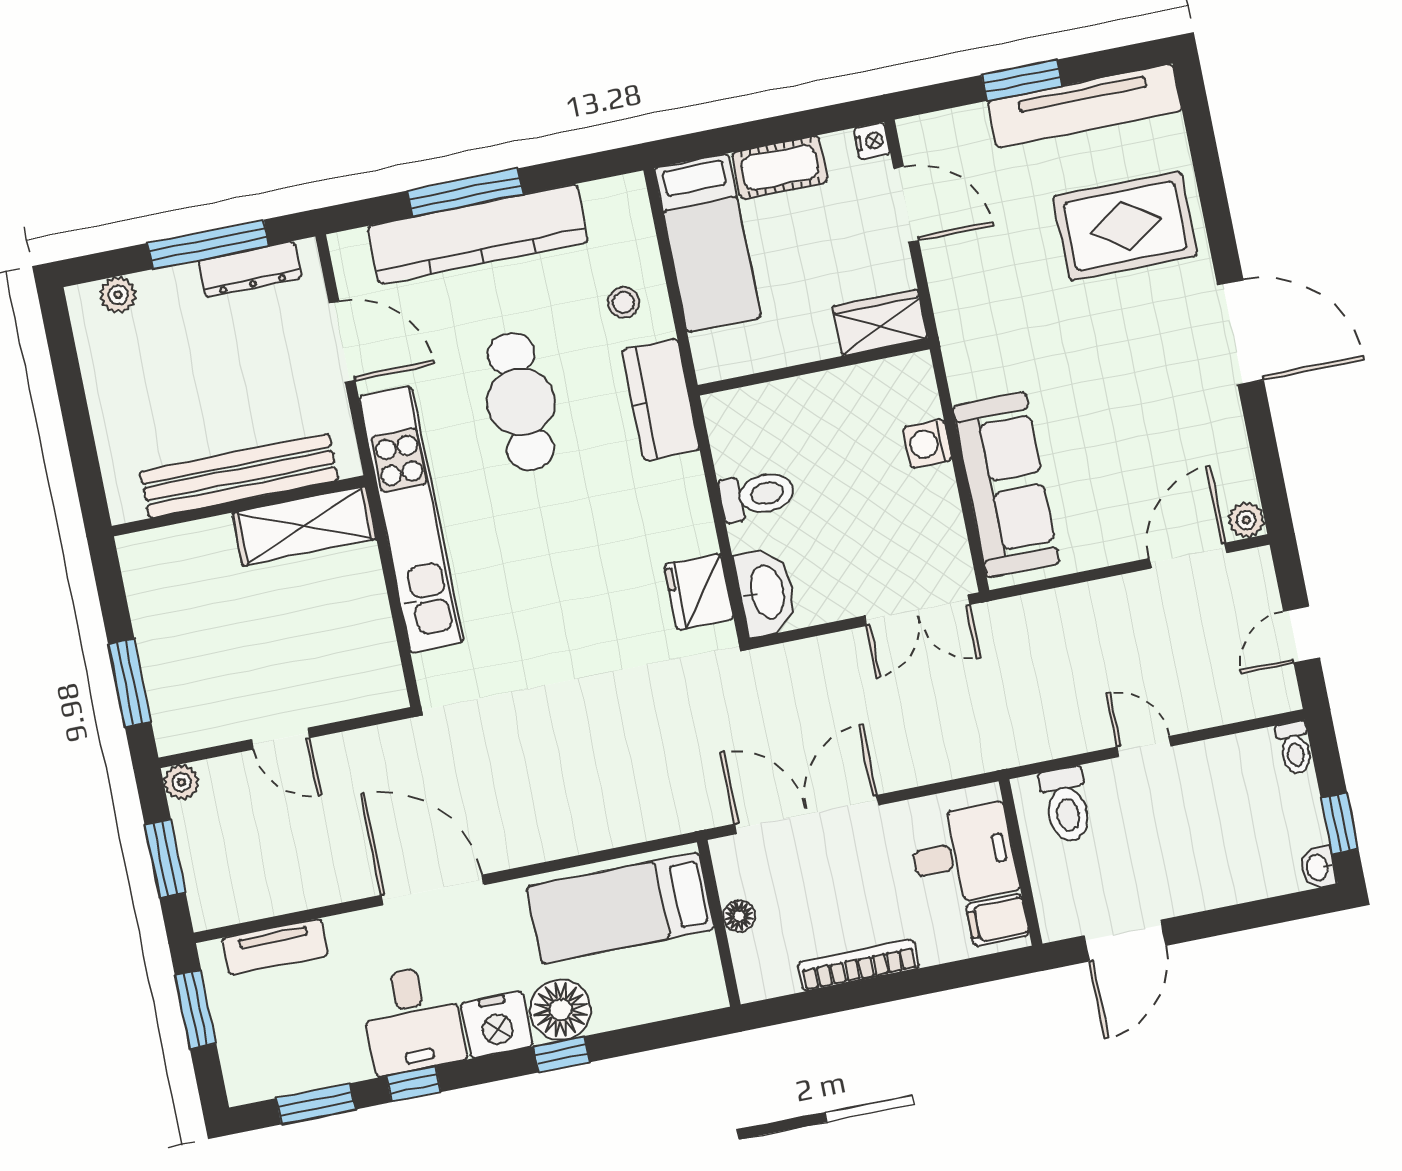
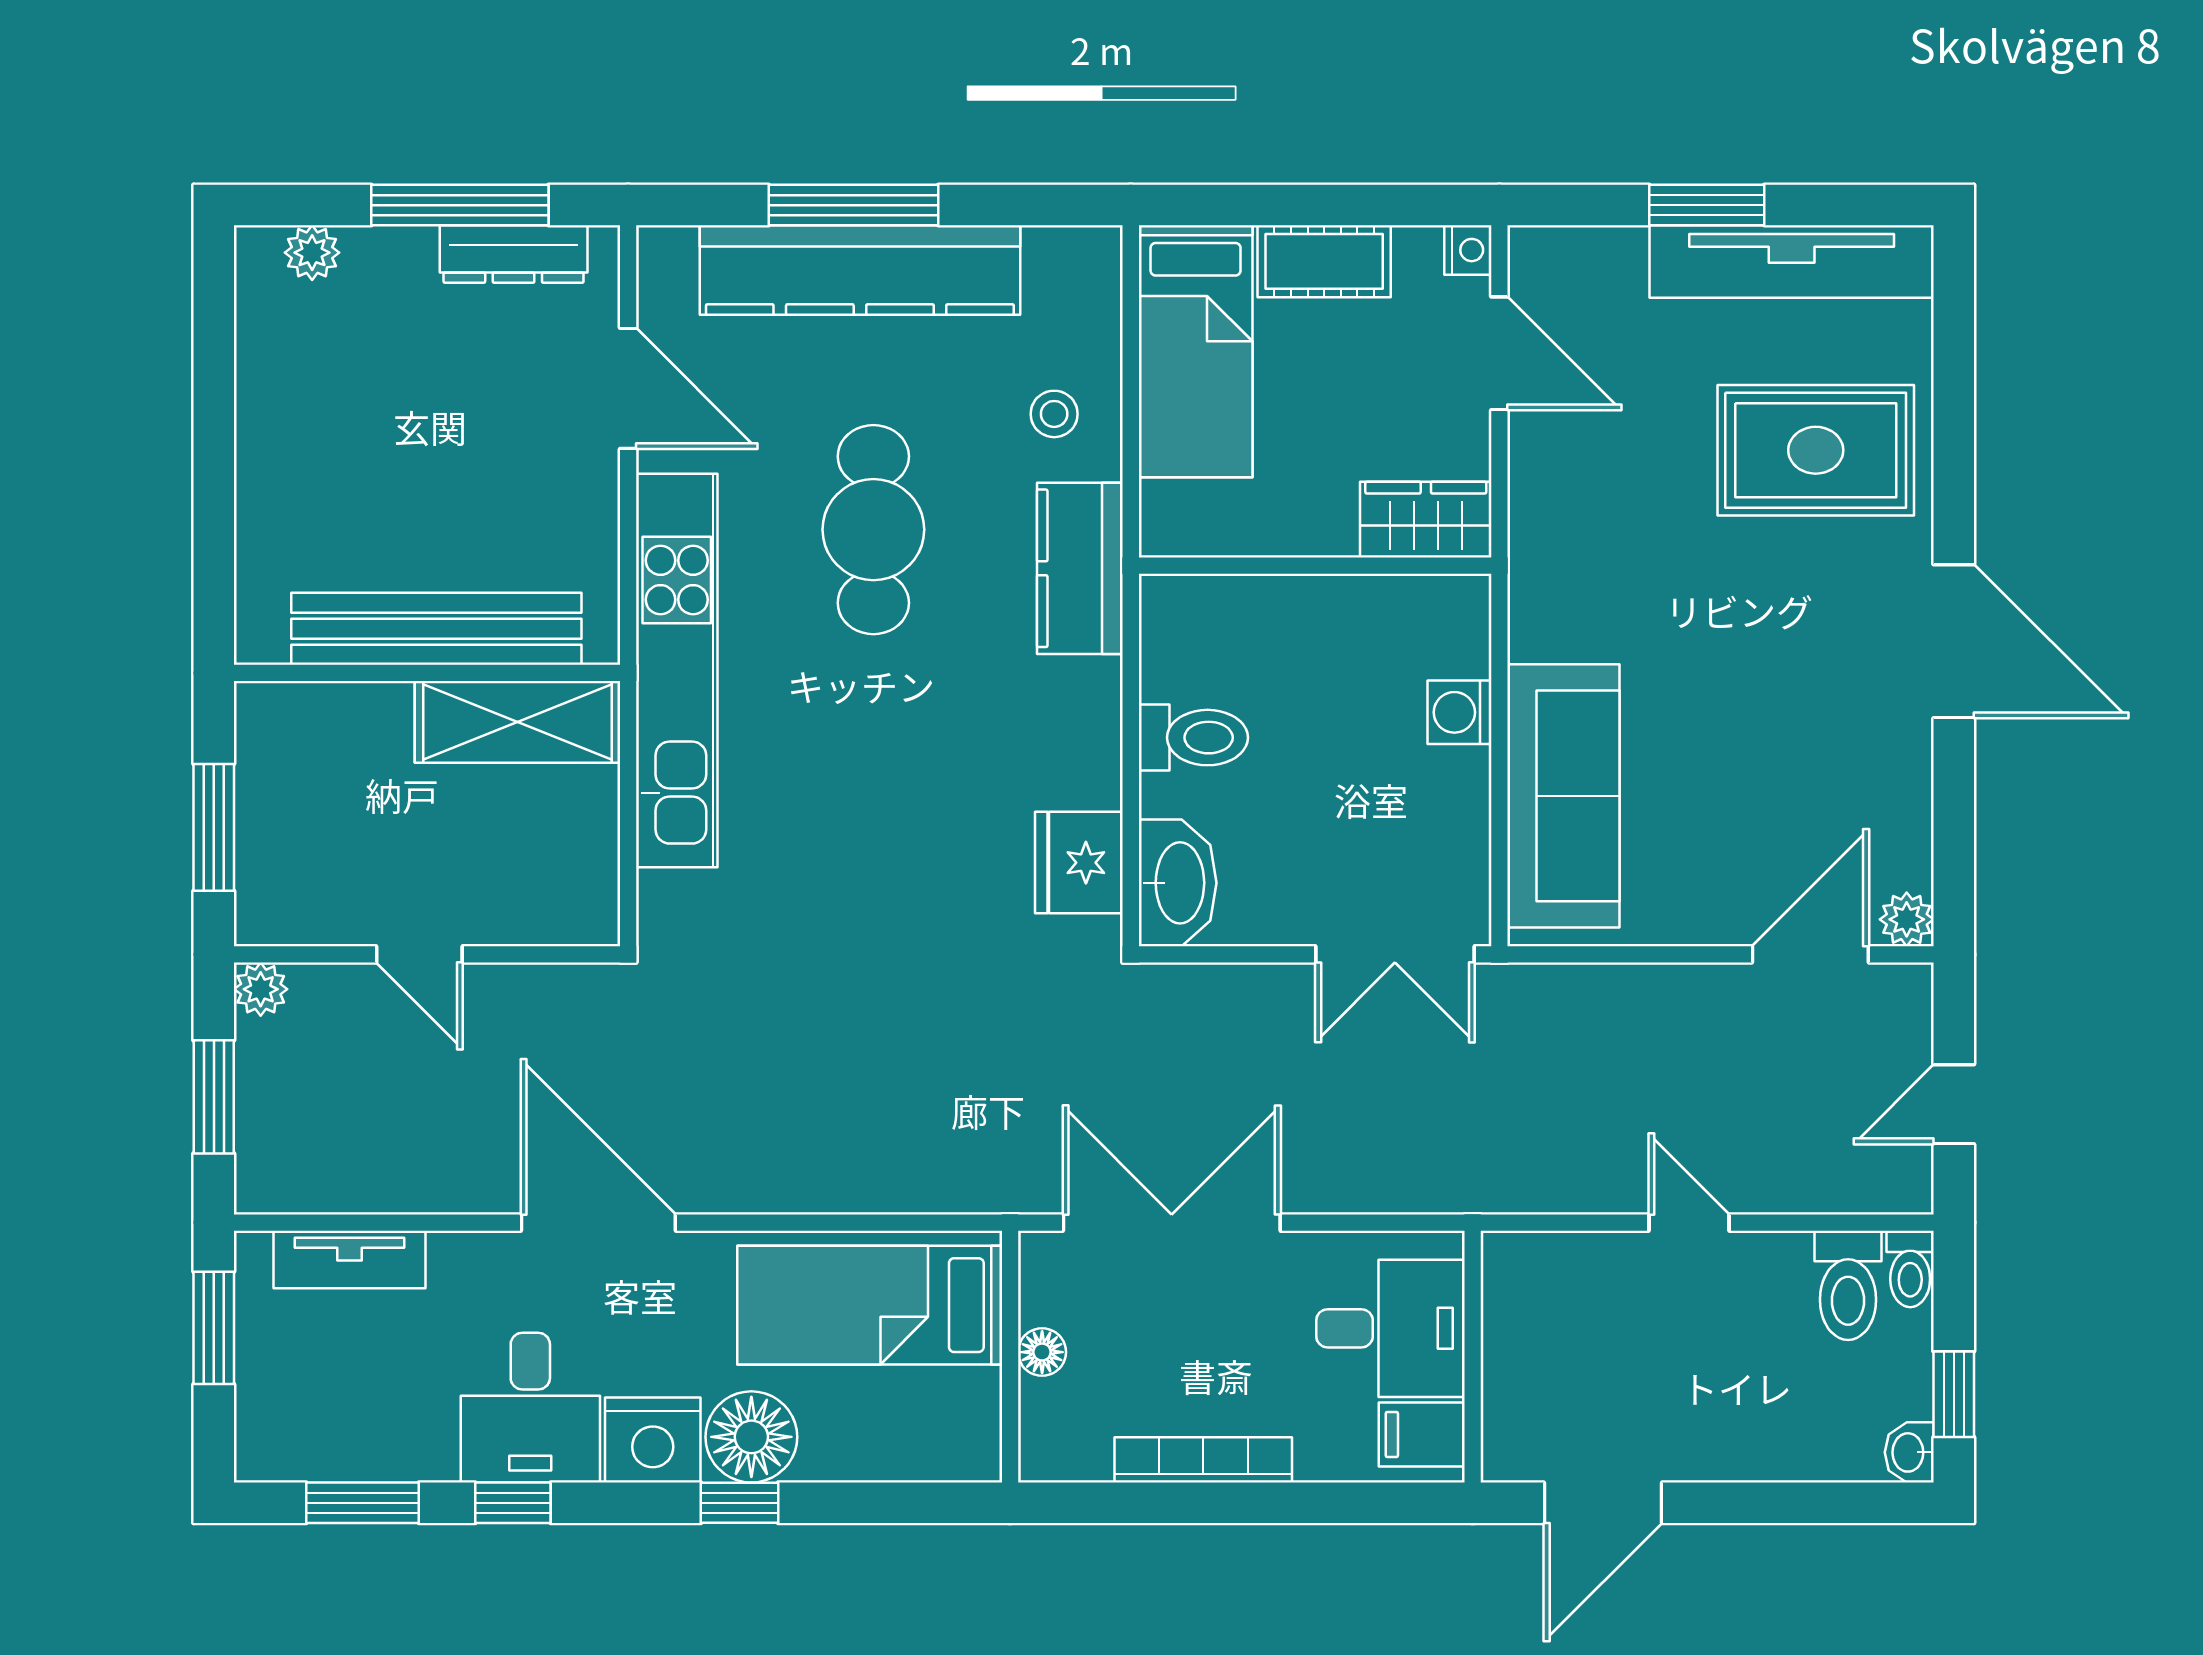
bench: (239, 476) -> (436, 629), moved
wall: (239, 506) -> (427, 673), moved
shelving: (304, 526) -> (517, 722), moved
toilet: (1066, 805) -> (1848, 1285), moved

